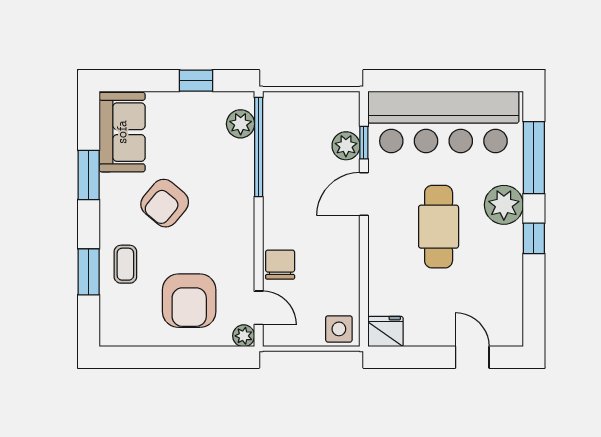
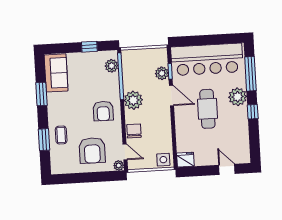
door: (364, 194) -> (171, 95), swing flipped
plant: (282, 199) -> (133, 100), added
armchair: (165, 203) -> (103, 111), moved, turned -40

